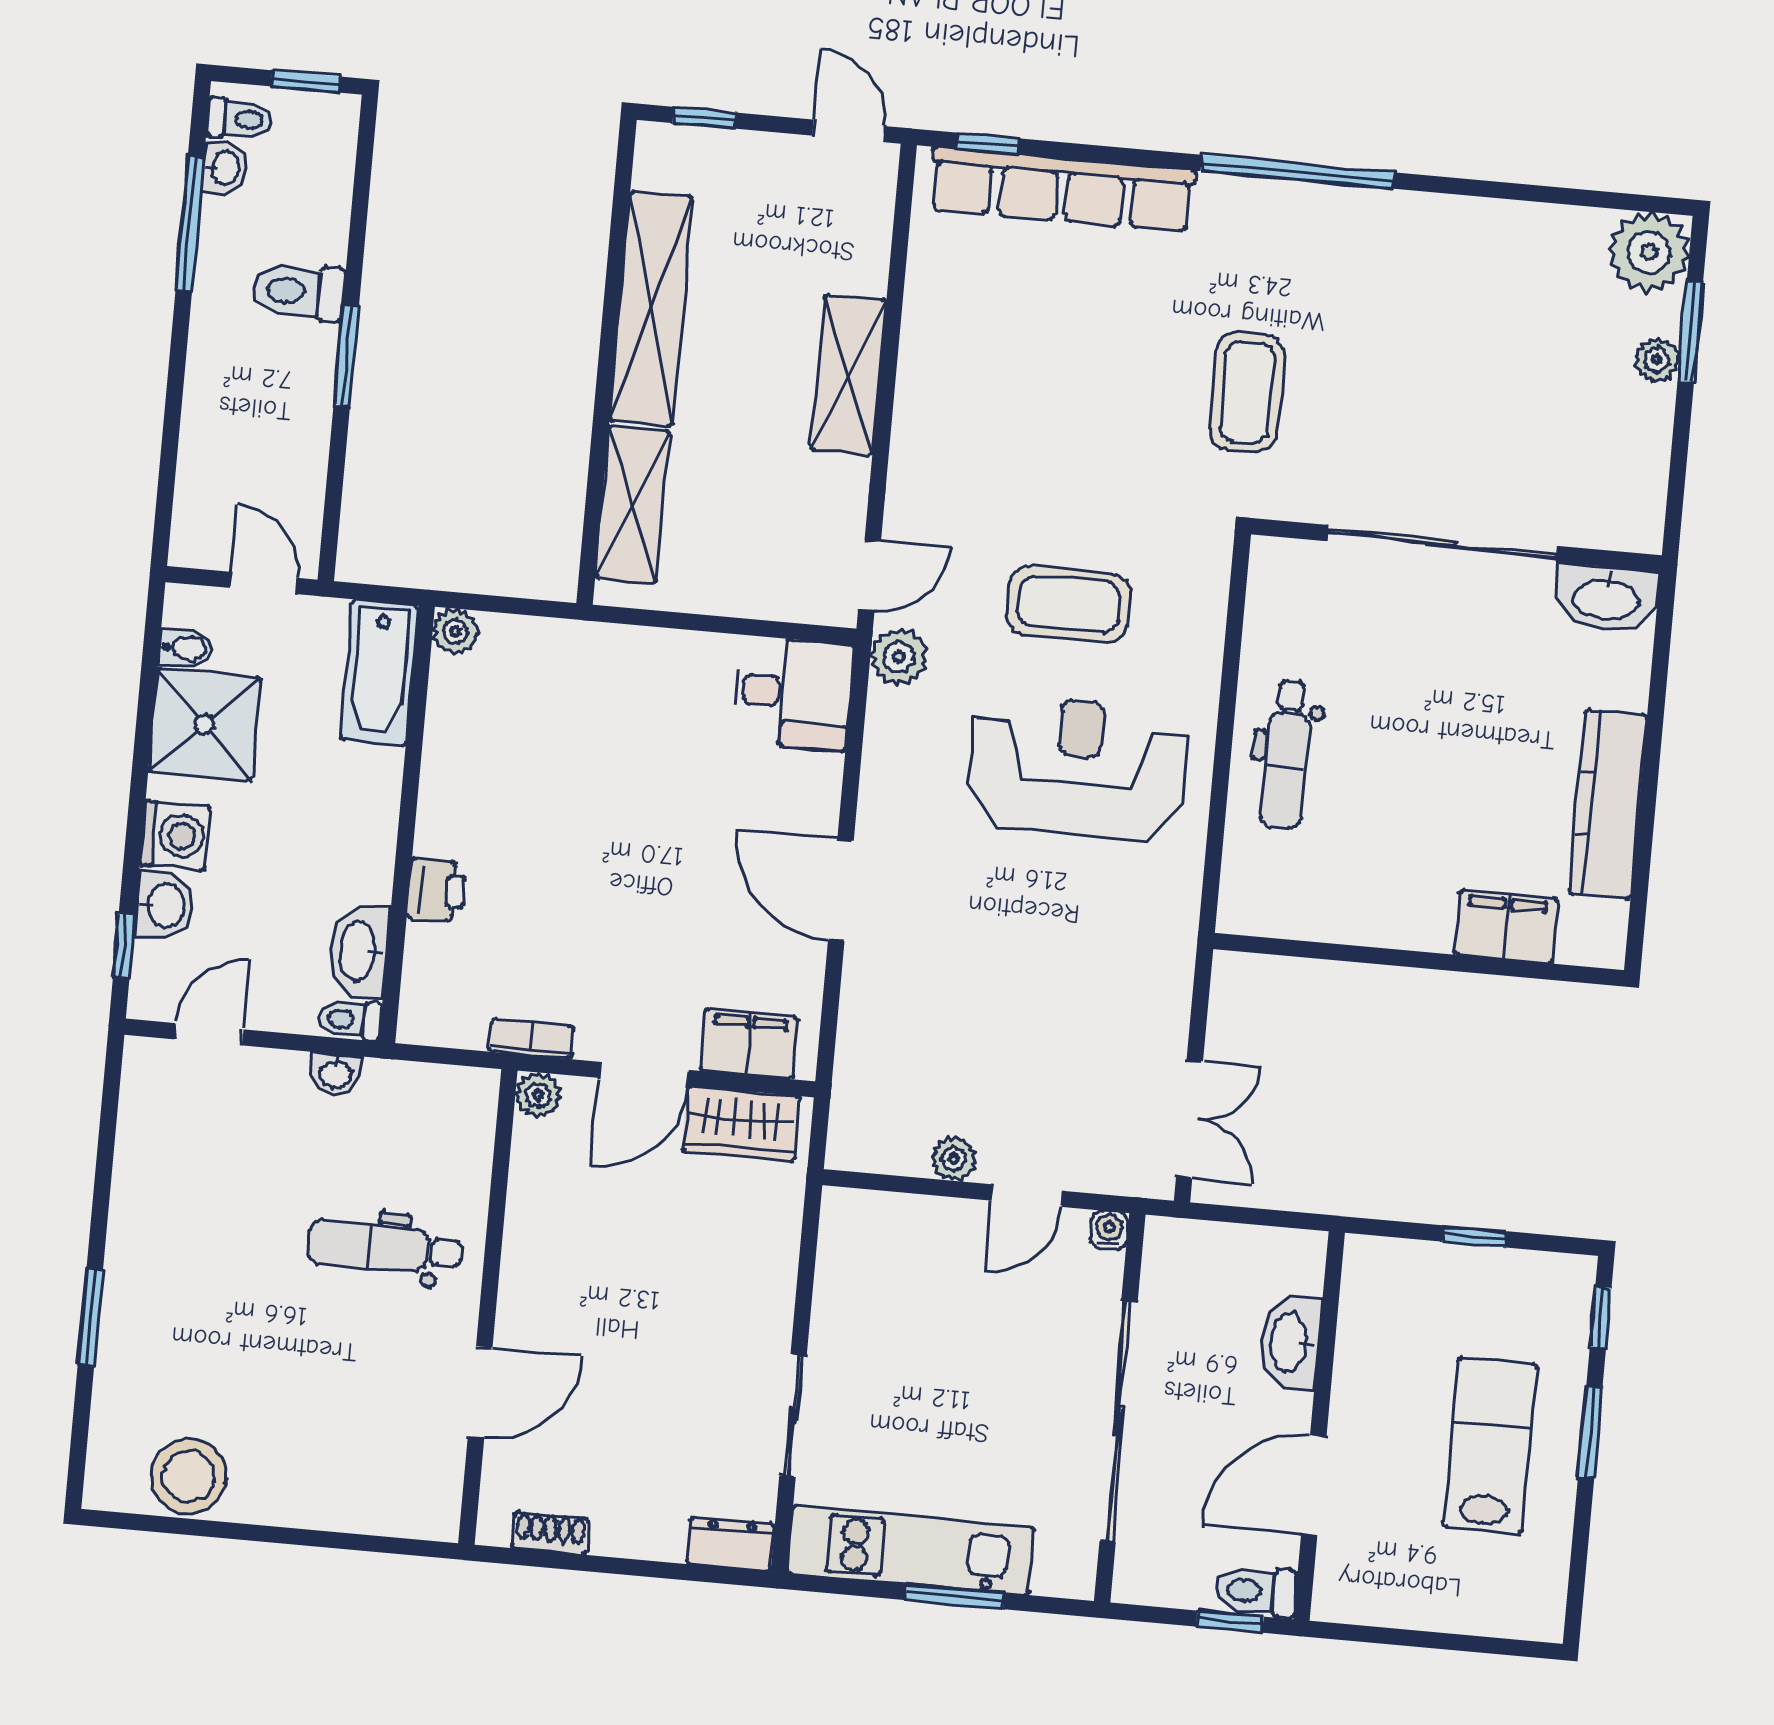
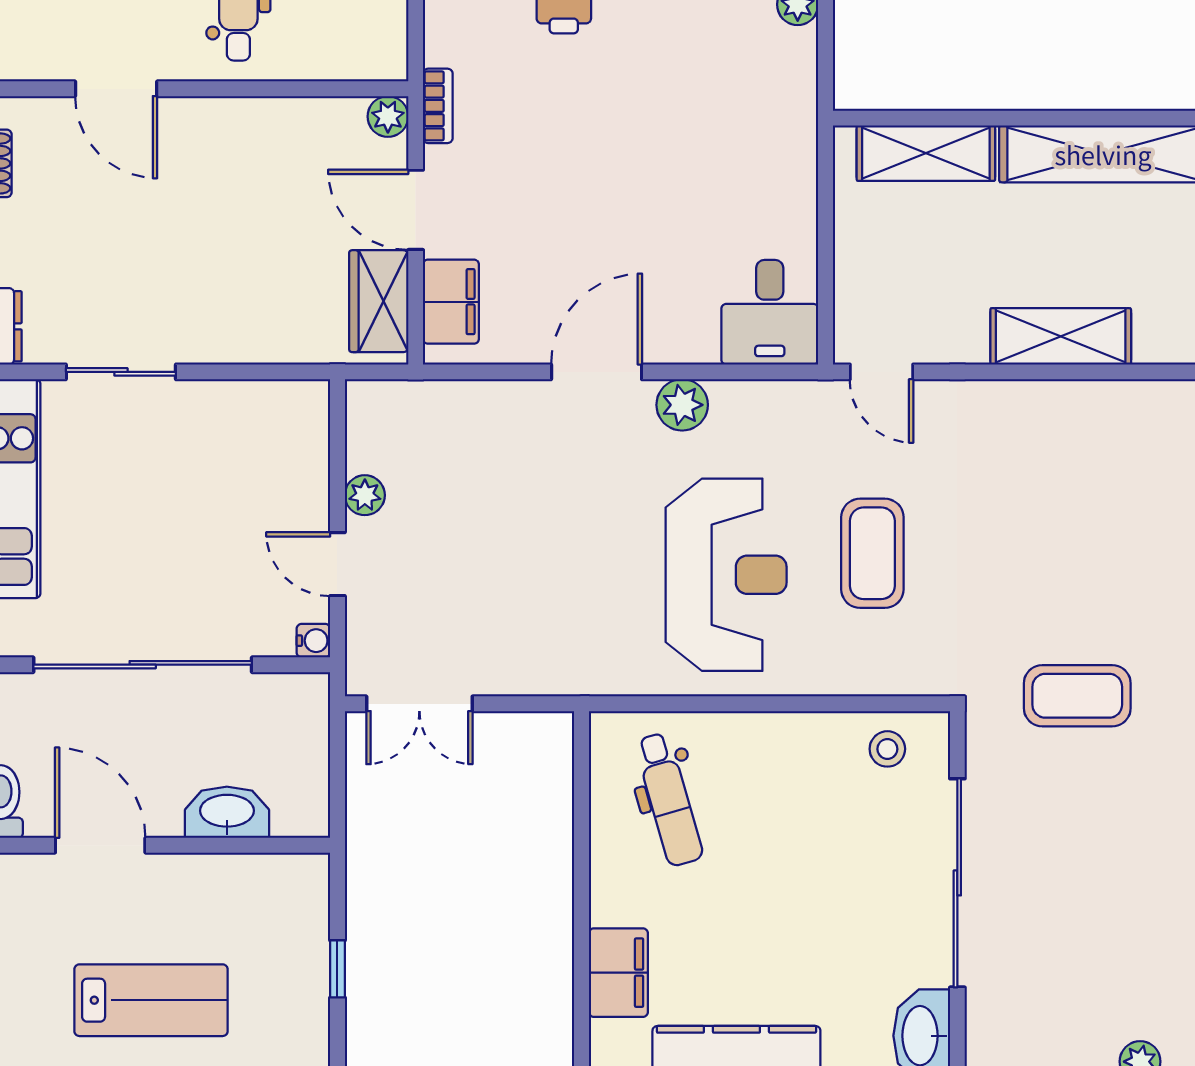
stool: (1286, 607) -> (887, 749), added
plant: (899, 657) -> (682, 405), moved
dental chair: (1286, 754) -> (669, 799), moved, turned -106

